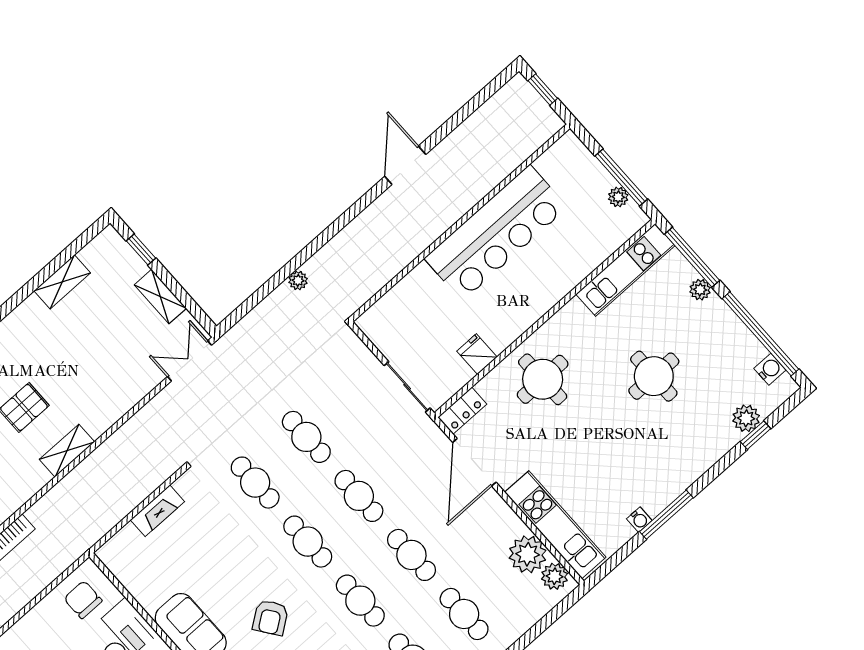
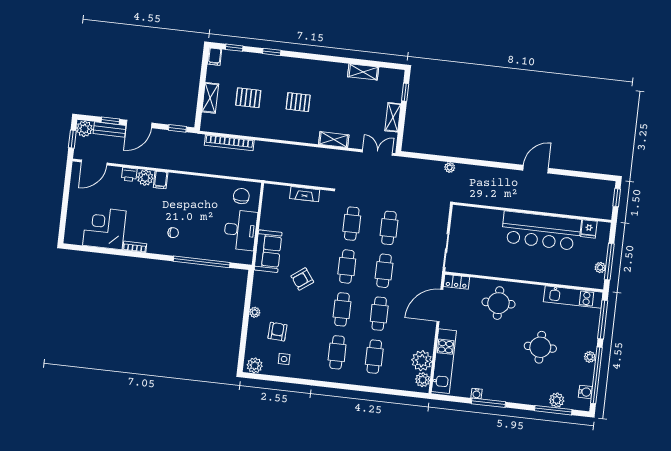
plant: (700, 290) -> (590, 357), moved
fridge: (477, 354) -> (589, 229), moved, turned 180
window: (756, 435) -> (553, 410), width x2.17
shelving: (67, 451) -> (334, 140), moved

